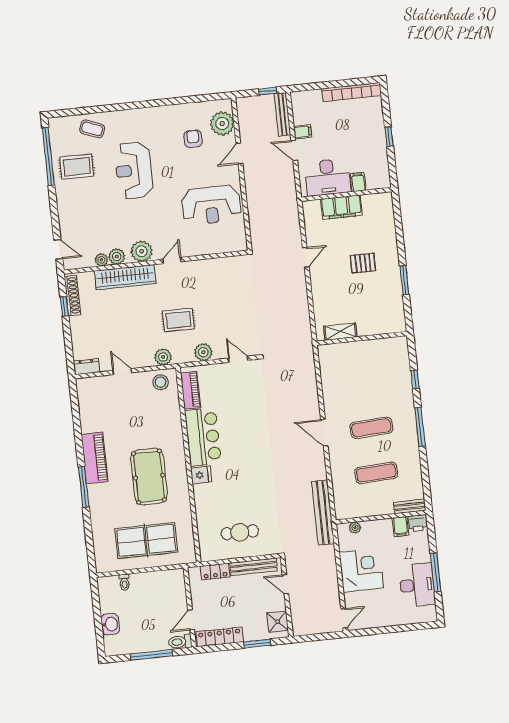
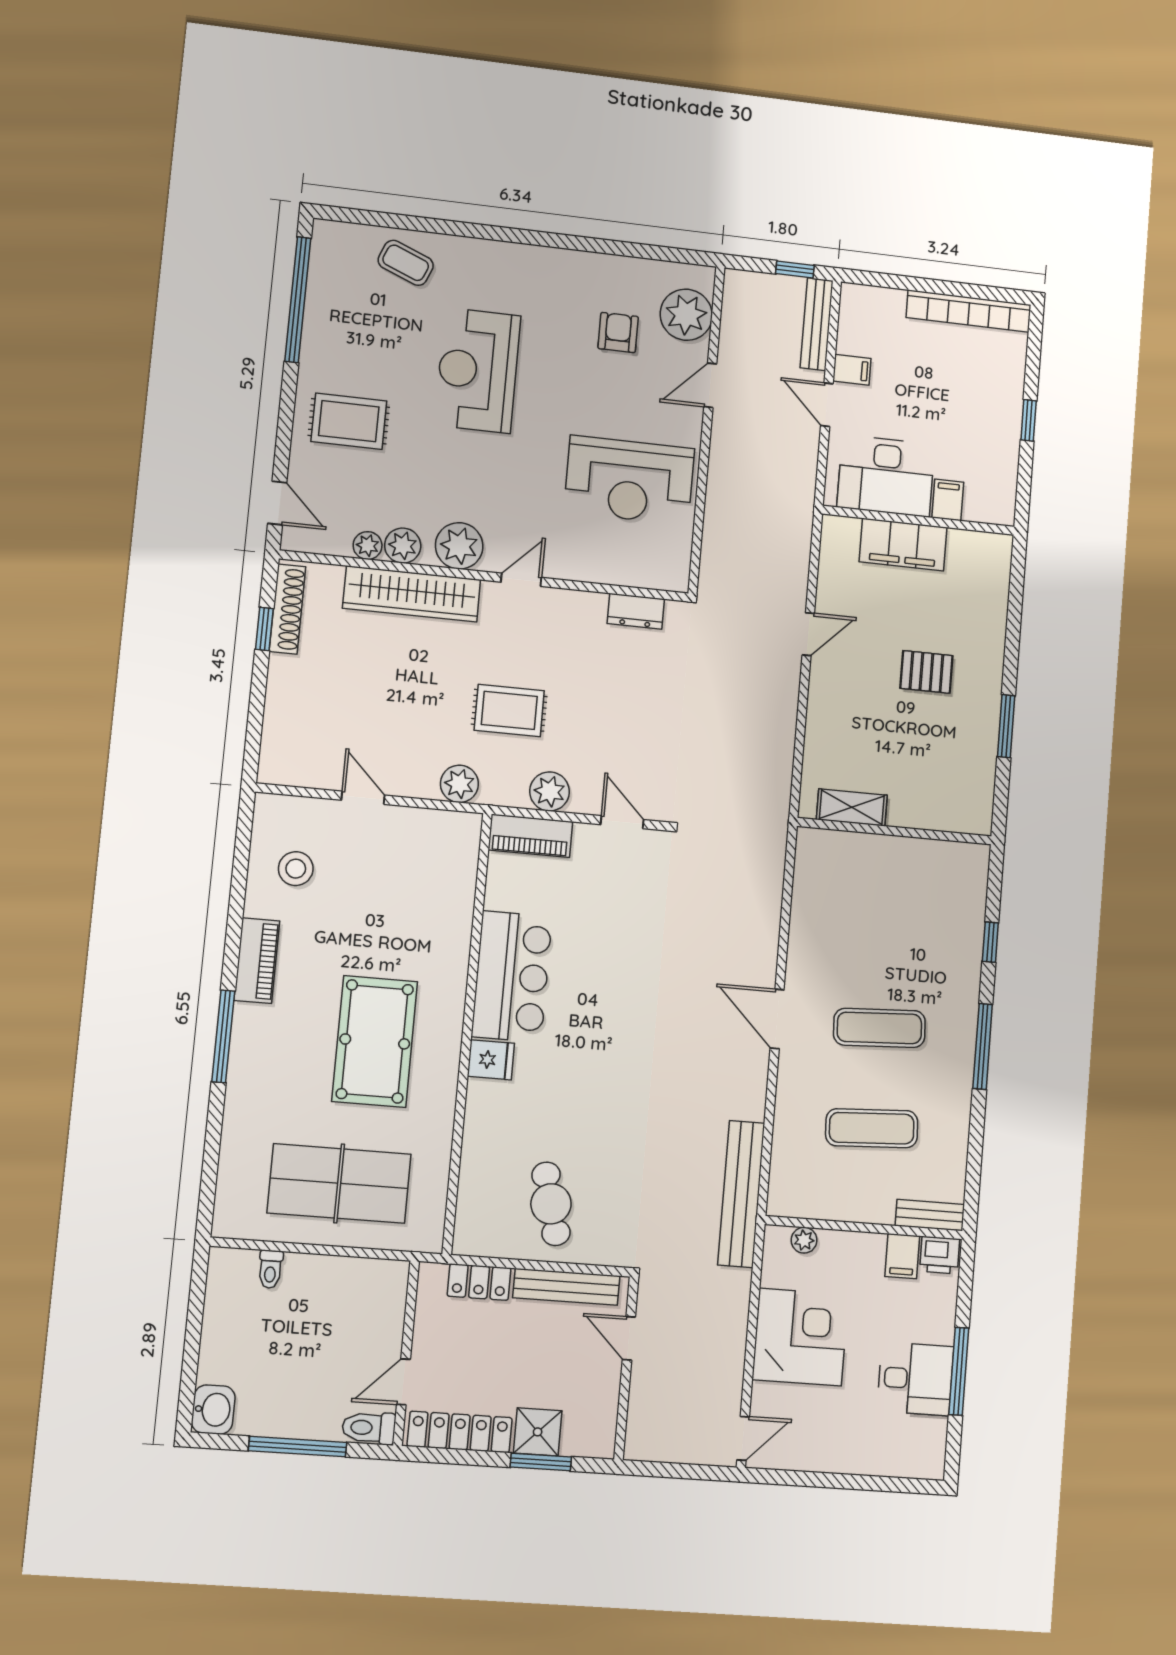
rug: (77, 167) -> (349, 421), moved
dresser: (86, 367) -> (636, 611), moved, turned 180
stool: (161, 382) -> (296, 869), moved
piano: (190, 390) -> (530, 836), moved, turned 90
piano: (95, 458) -> (257, 961), width x0.73, depth x0.75
cafe table: (240, 532) -> (551, 1204), turned 75
desk: (417, 585) -> (915, 1379), width x0.73
shower: (278, 622) -> (538, 1432), moved
washbasin: (110, 624) -> (213, 1410), moved

